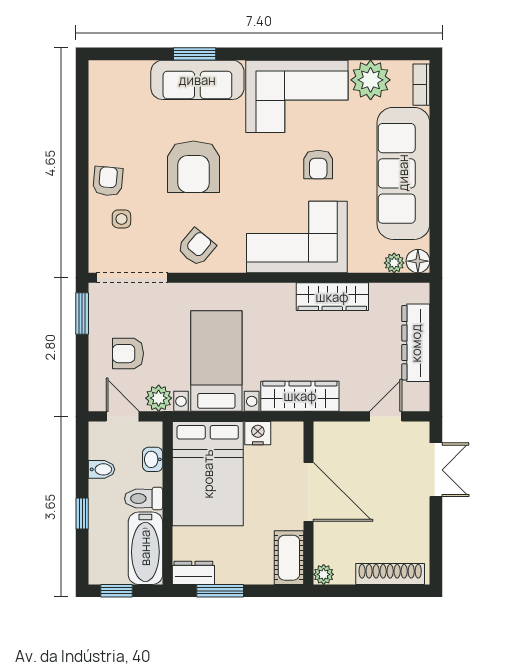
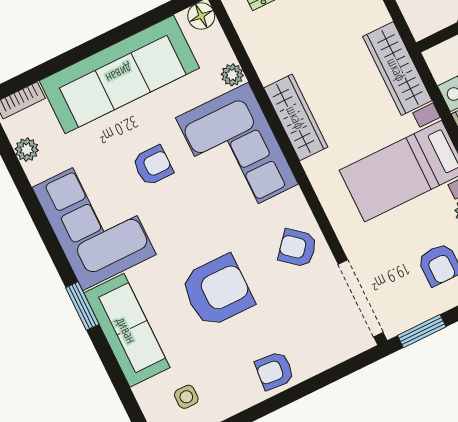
window: (195, 54) -> (82, 306), moved
plant: (371, 80) -> (27, 150), width x0.53, depth x0.53
side table: (121, 219) -> (186, 397), moved
plant: (394, 263) -> (232, 75), moved
wardrobe: (332, 297) -> (296, 117), moved

